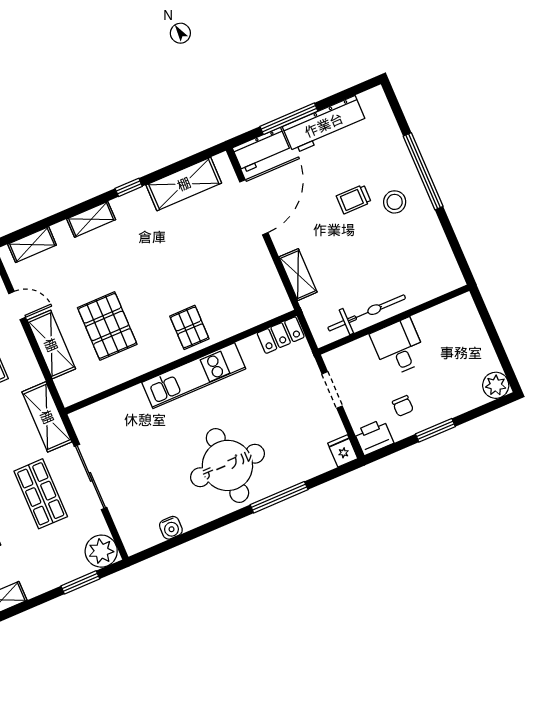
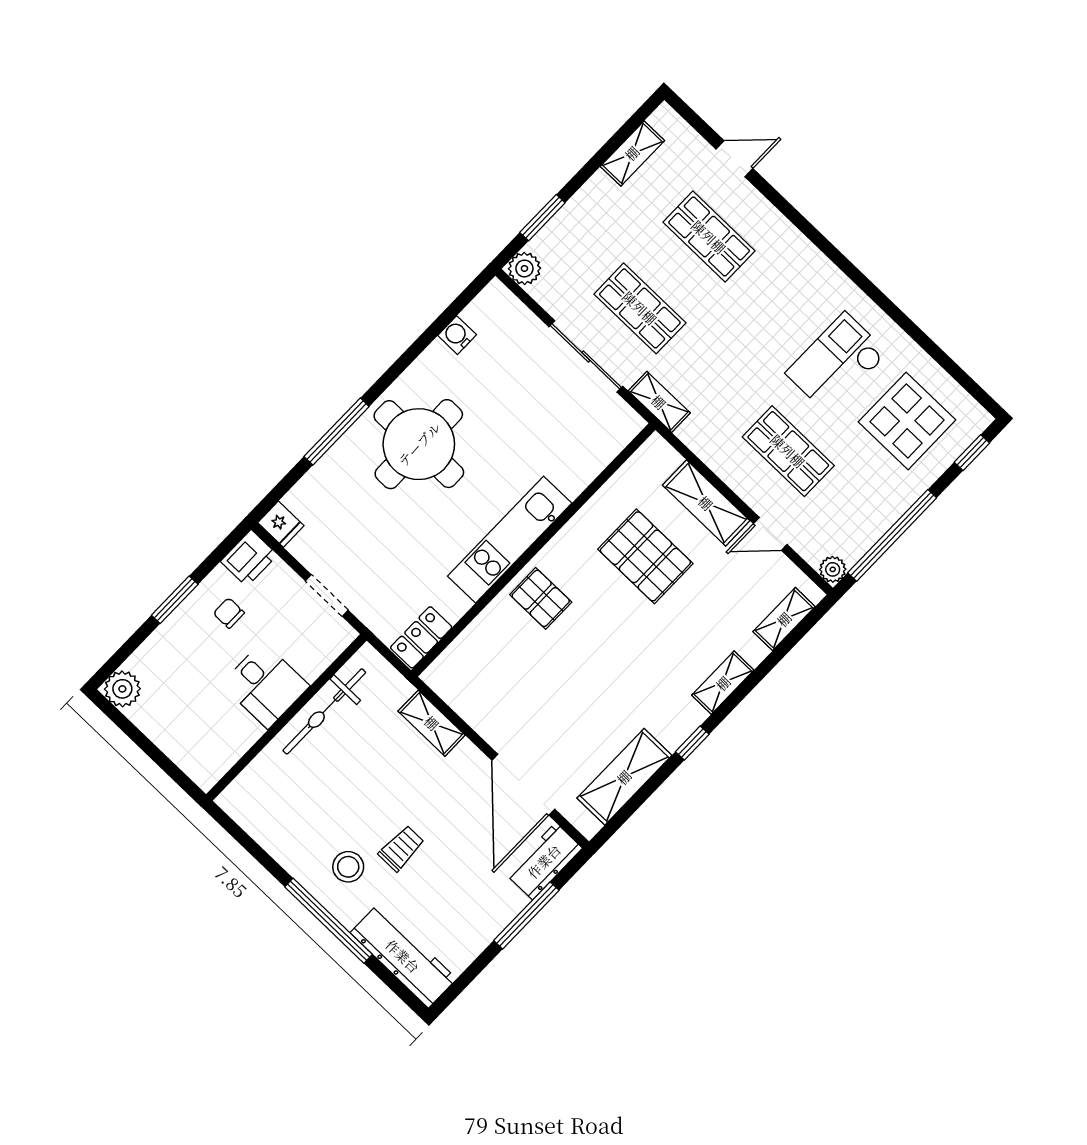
workbench: (324, 125) -> (403, 956), moved, turned 90
shelving: (47, 417) -> (659, 402), width x0.67, depth x0.75
plant: (101, 551) -> (524, 268), width x0.73, depth x0.73

